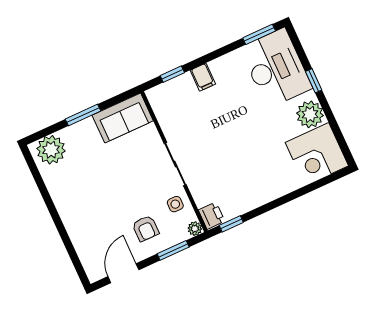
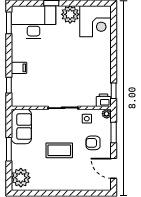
coffee table: (114, 186) -> (59, 150), added
armchair: (146, 228) -> (93, 143), turned 180

